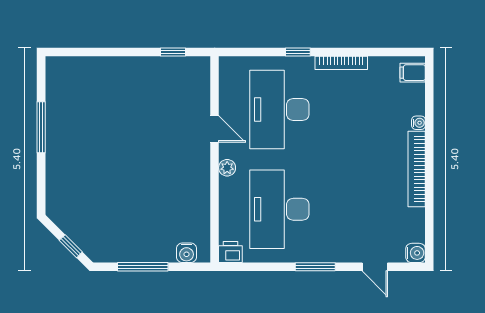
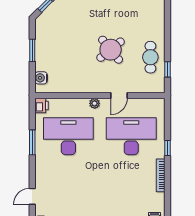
cafe table: (154, 79) -> (150, 57), added
round table: (142, 142) -> (111, 50), added
window: (143, 267) -> (32, 50), width x0.69
window: (315, 267) -> (32, 142), moved

